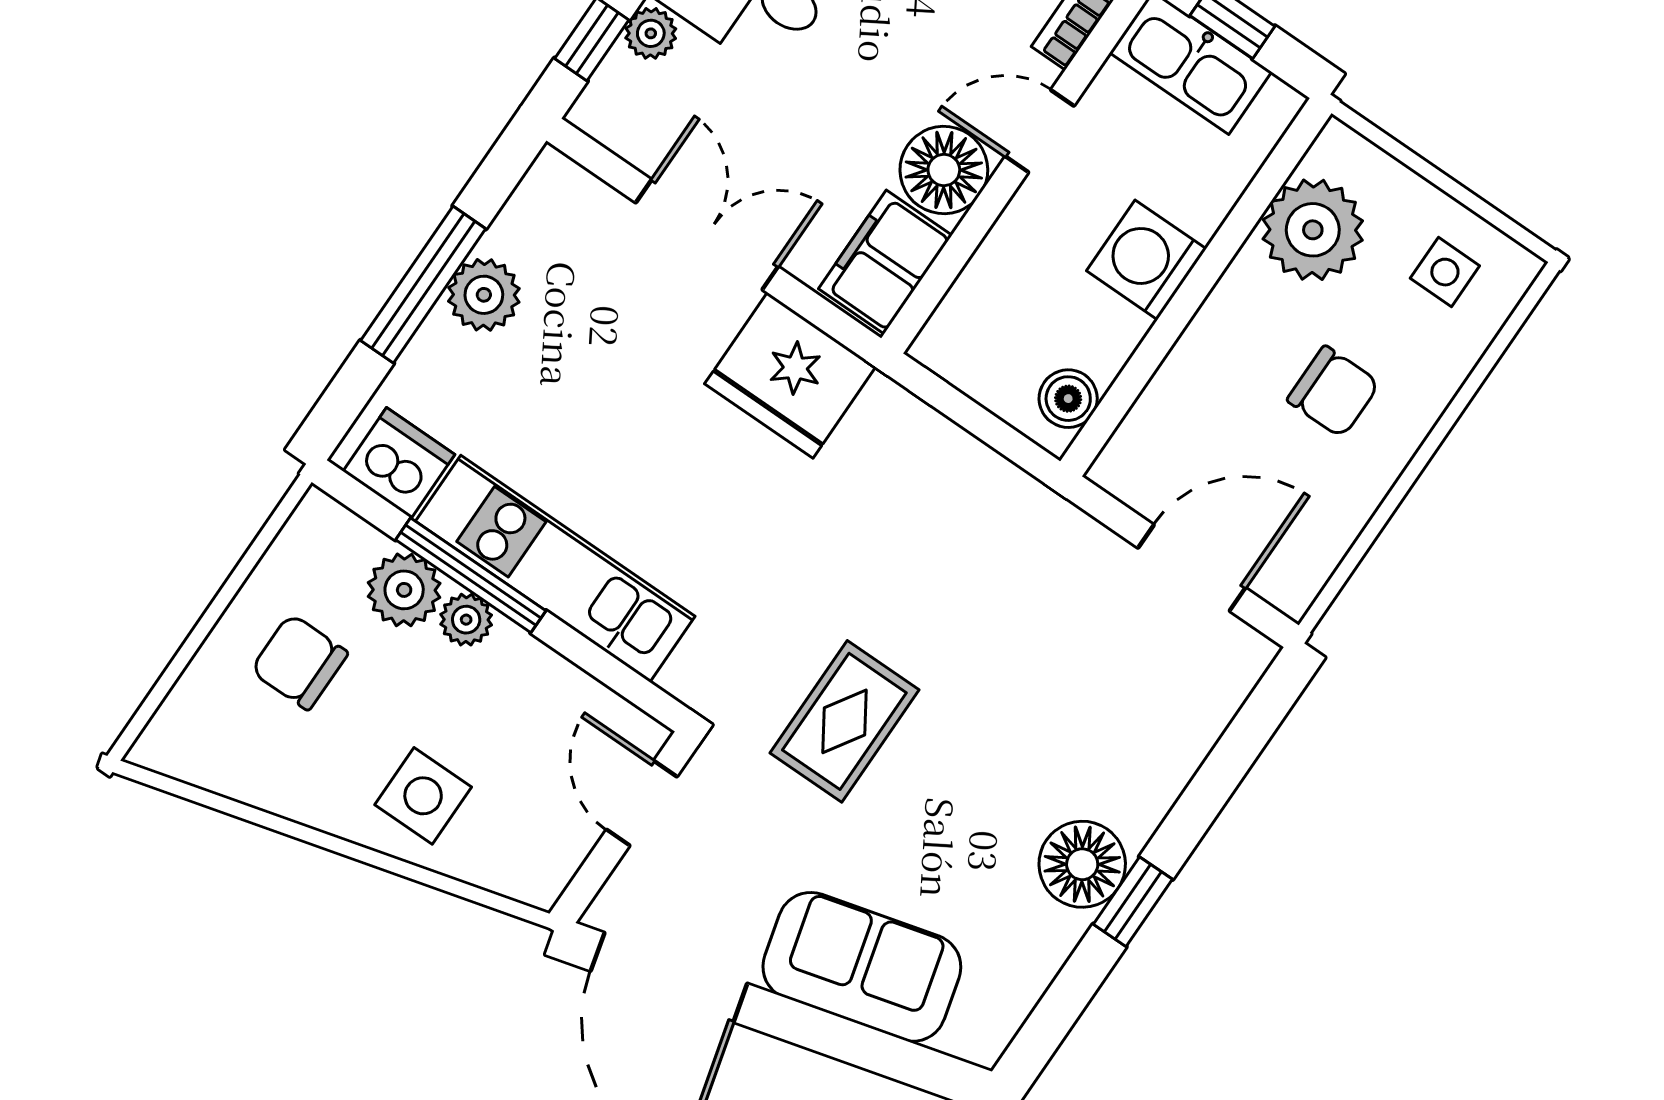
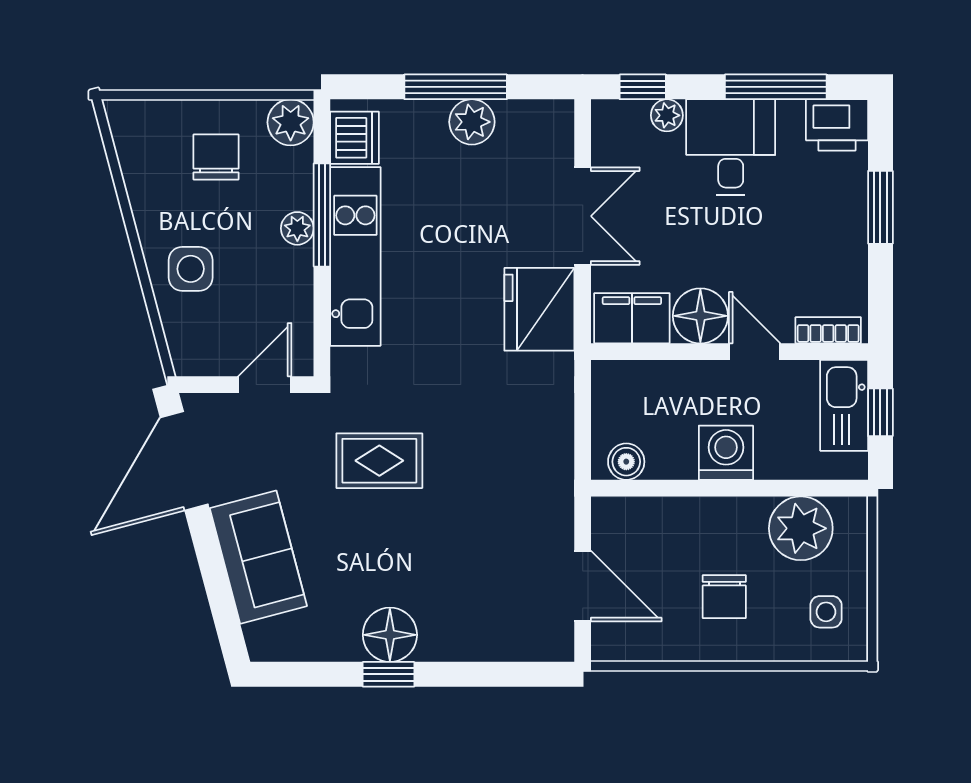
plant: (404, 590) -> (291, 122), moved

